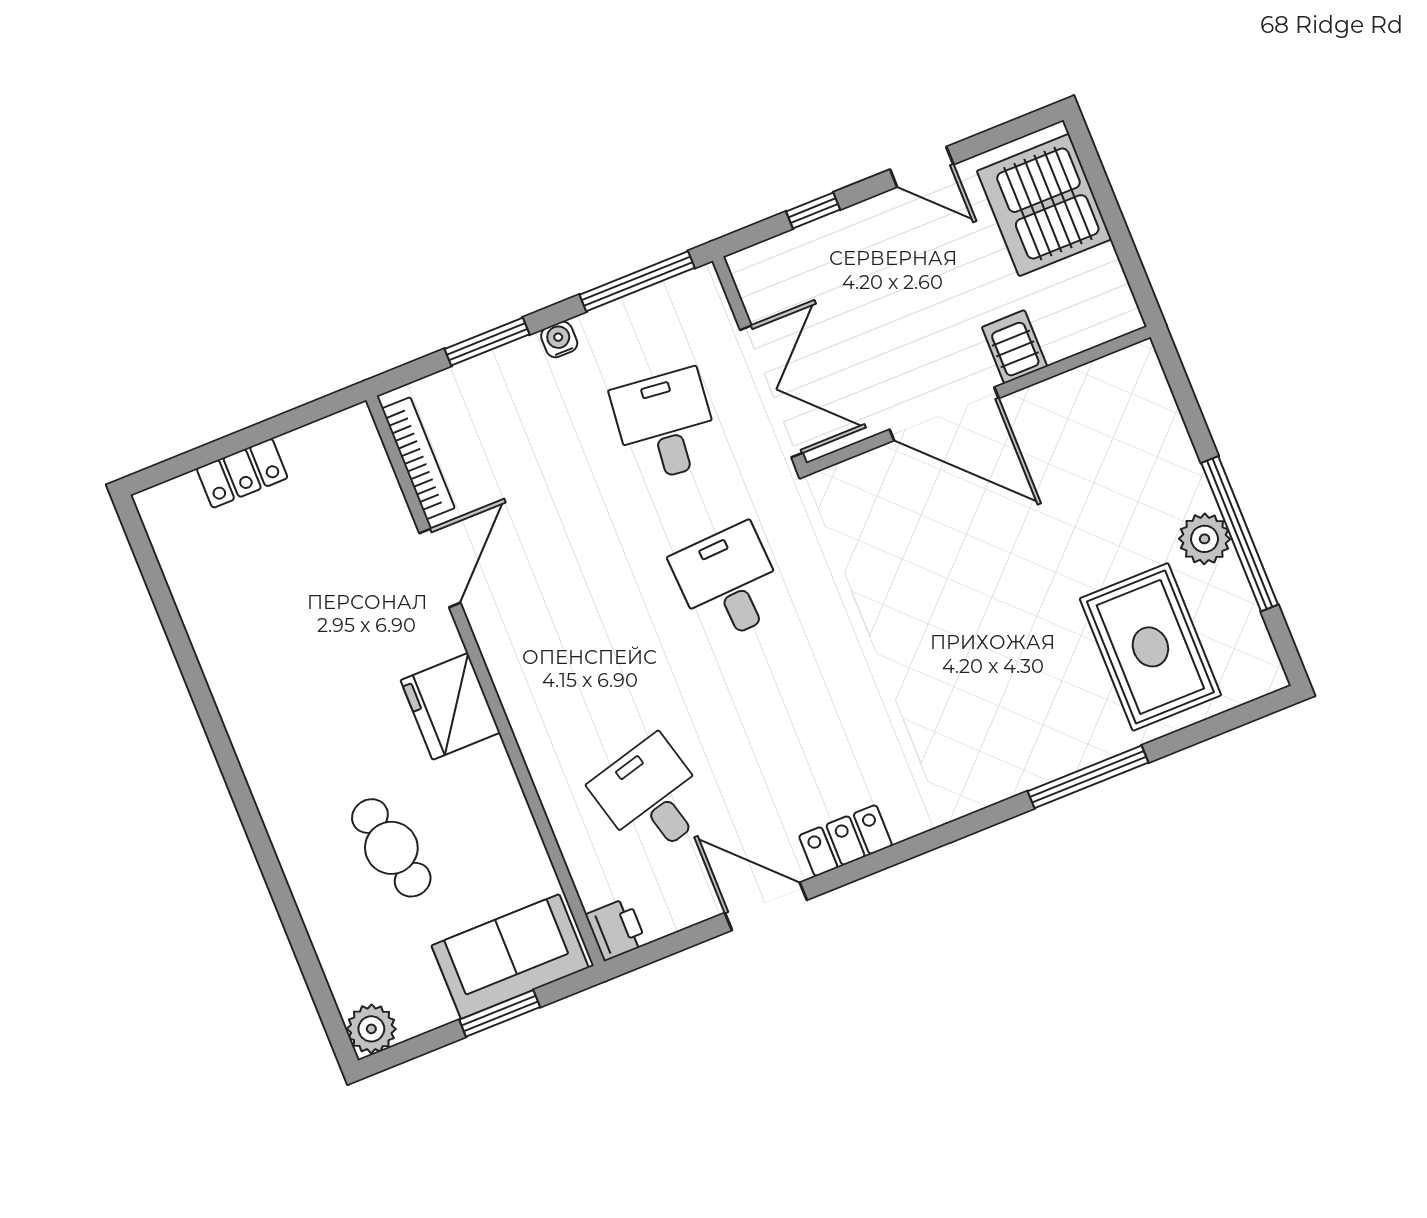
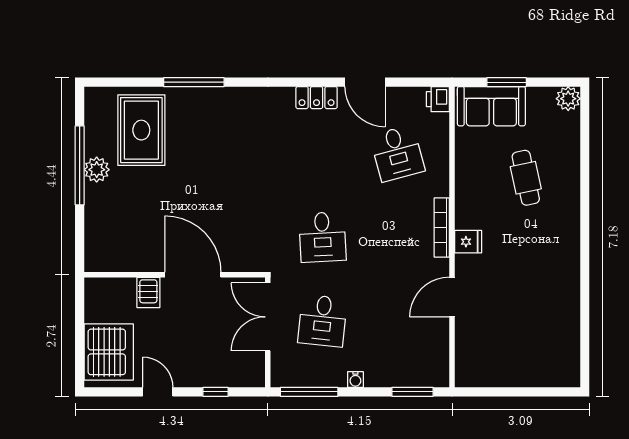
window: (487, 342) -> (413, 392), moved
bookcase: (418, 458) -> (442, 228), moved
locker: (242, 473) -> (525, 377), removed
fridge: (450, 706) -> (468, 242), width x0.53, depth x0.75

